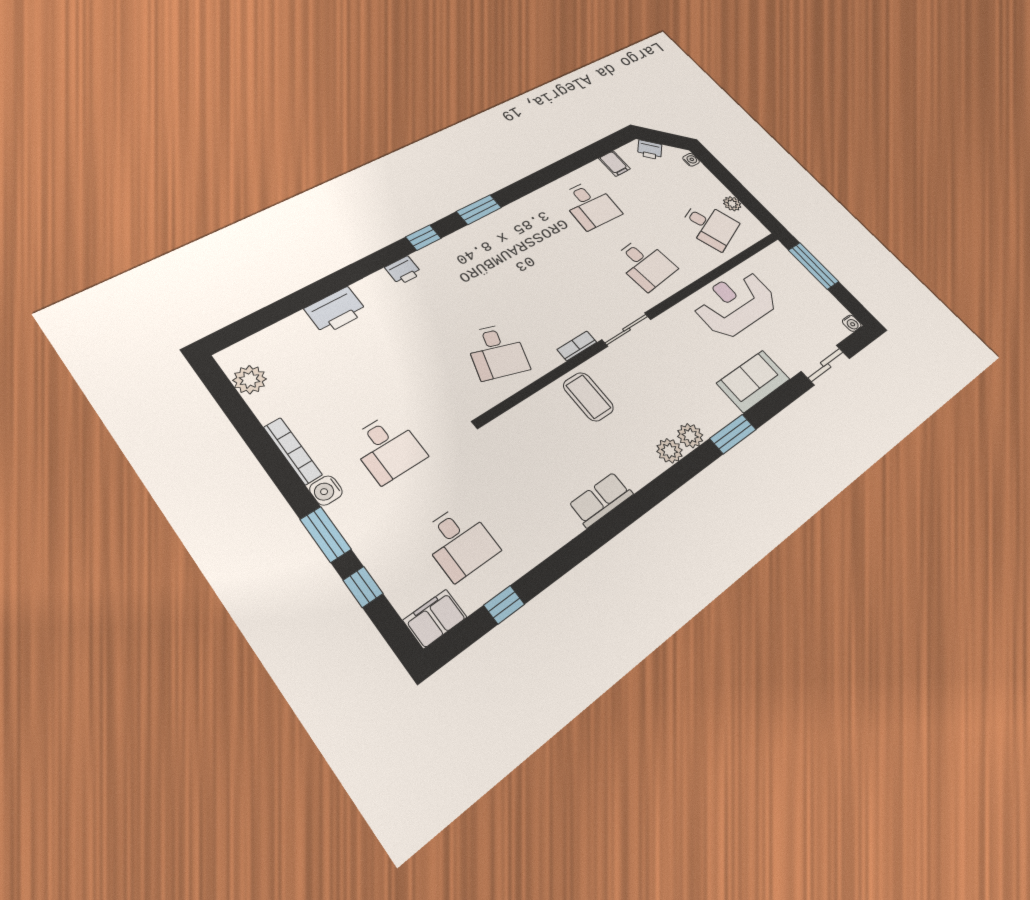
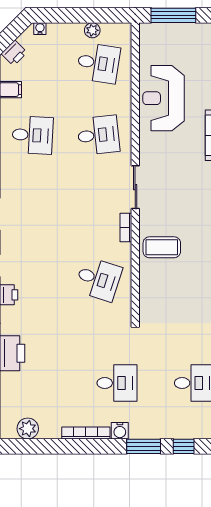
desk: (709, 225) -> (98, 63), turned 30

